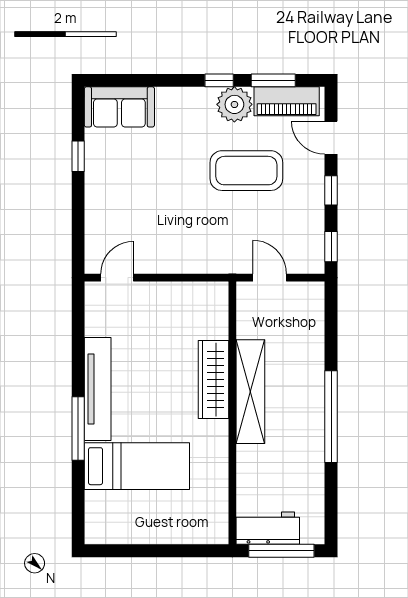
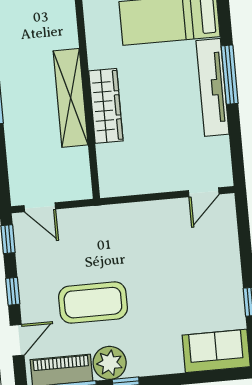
door: (331, 138) -> (17, 340), hinge flipped
door: (270, 278) -> (40, 207), moved
window: (78, 428) -> (230, 75), moved

